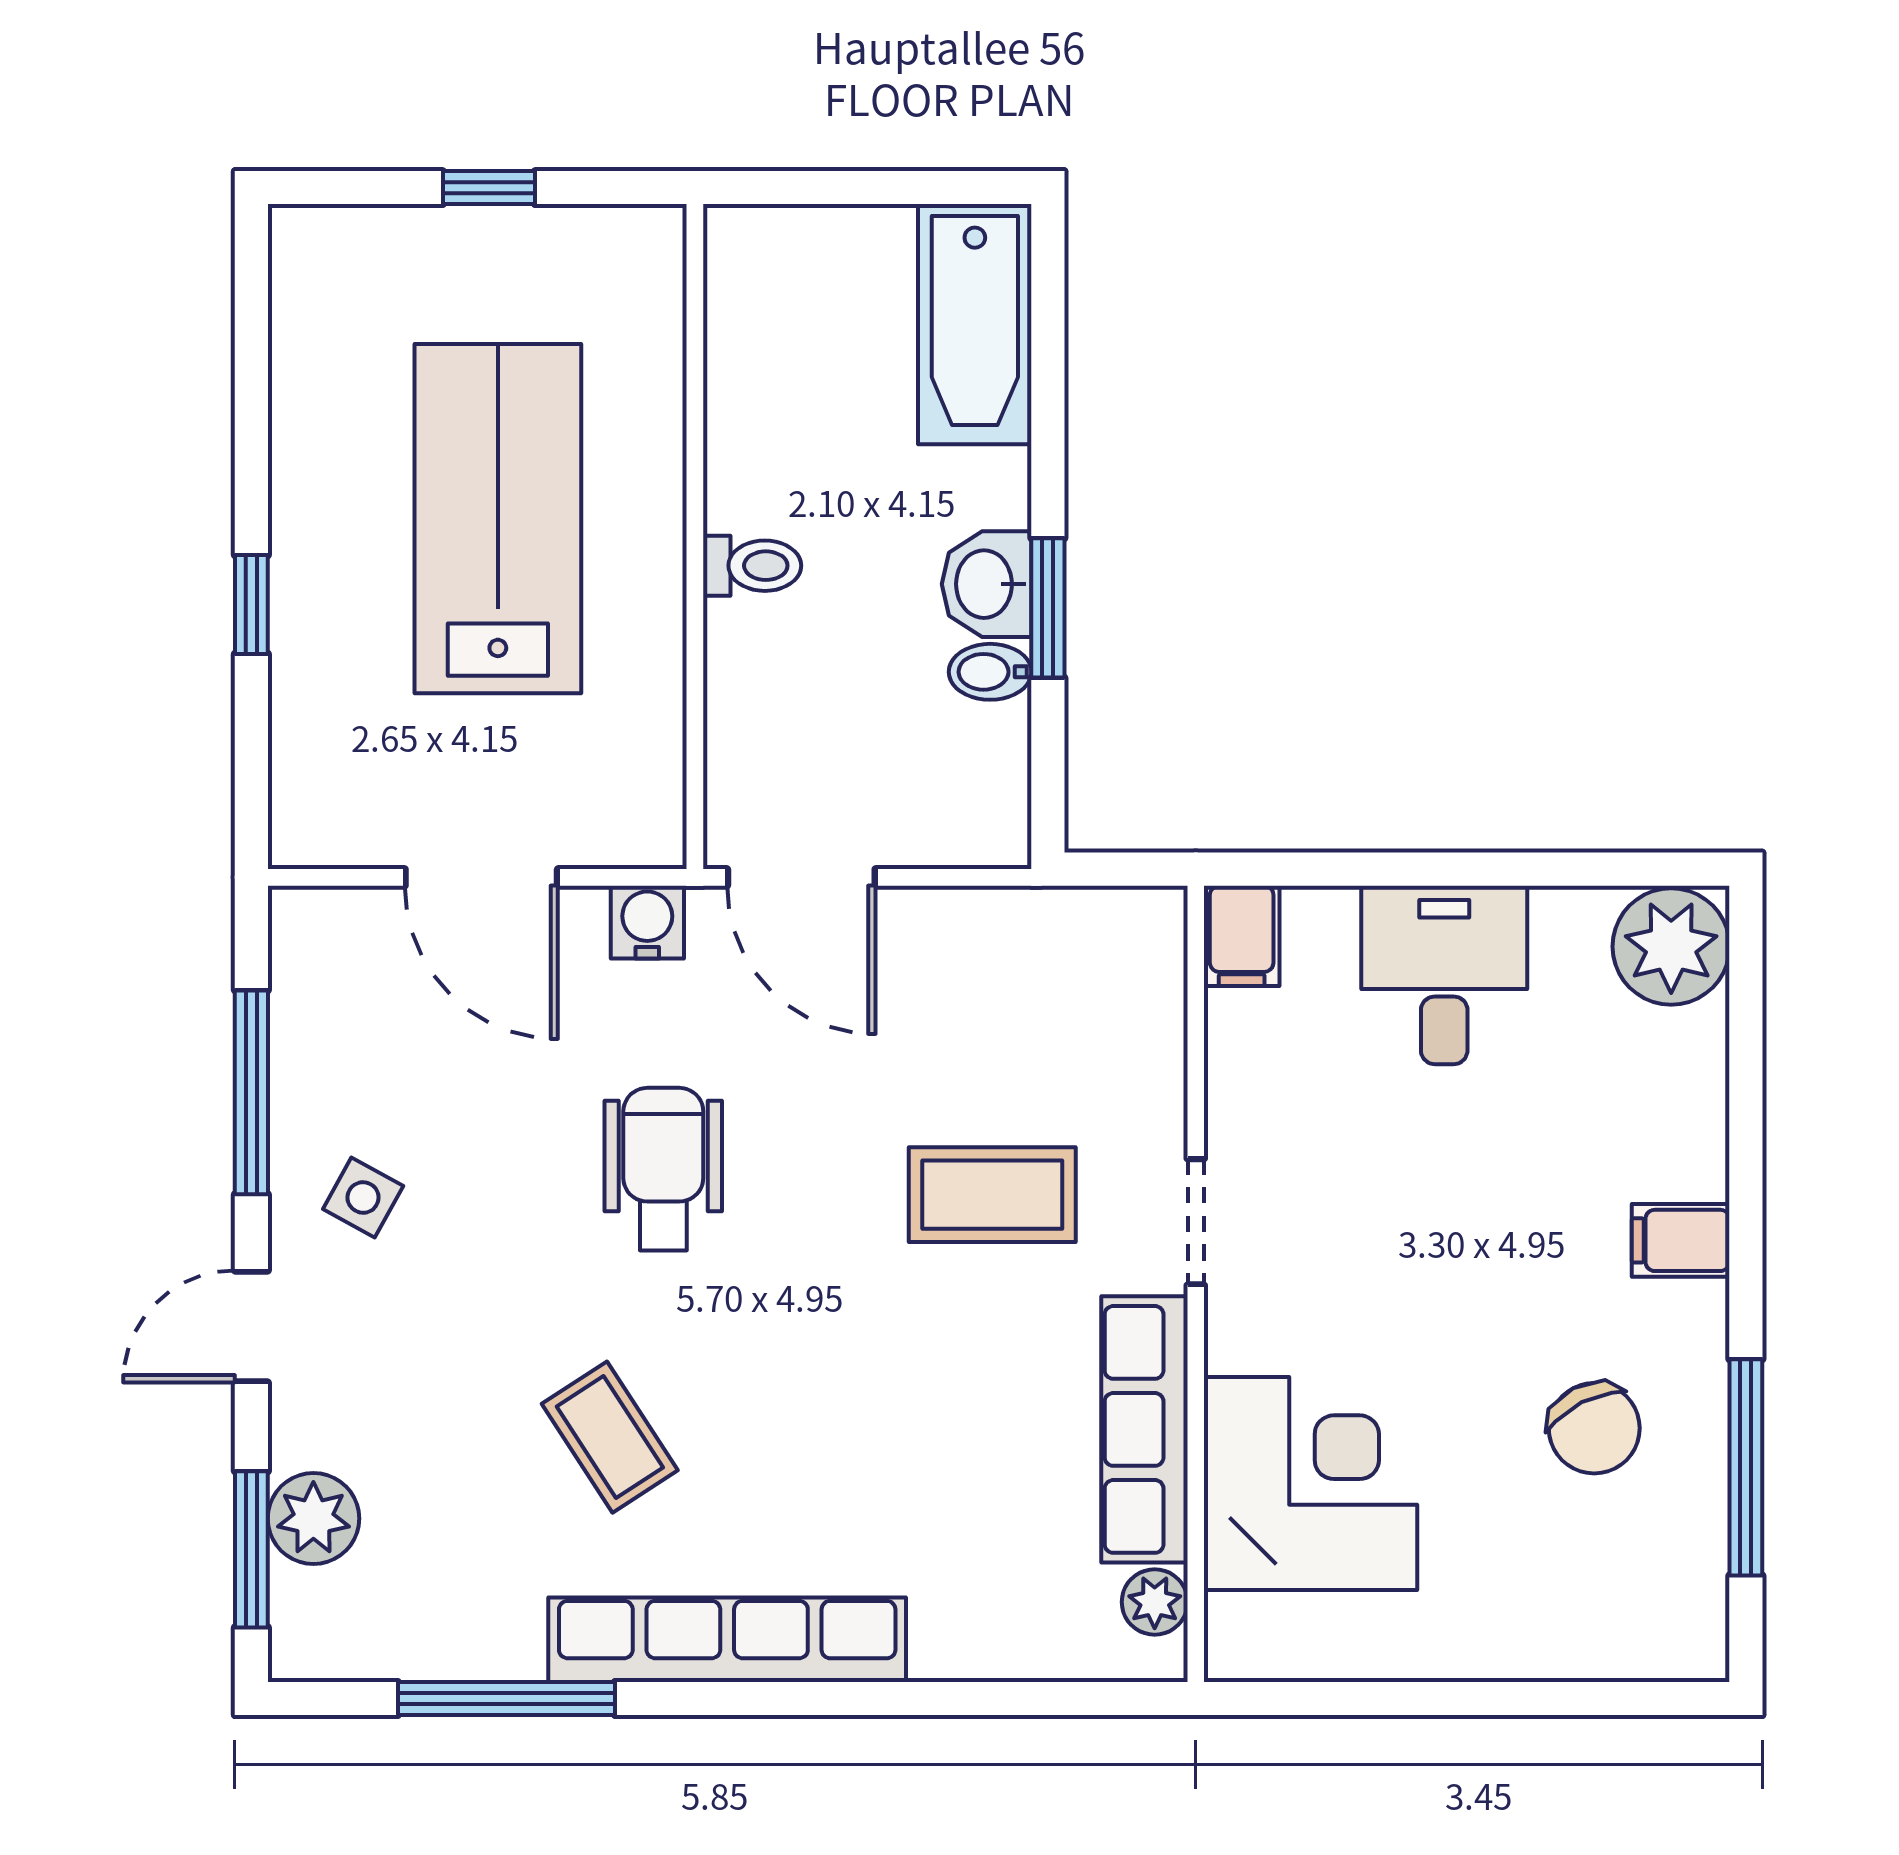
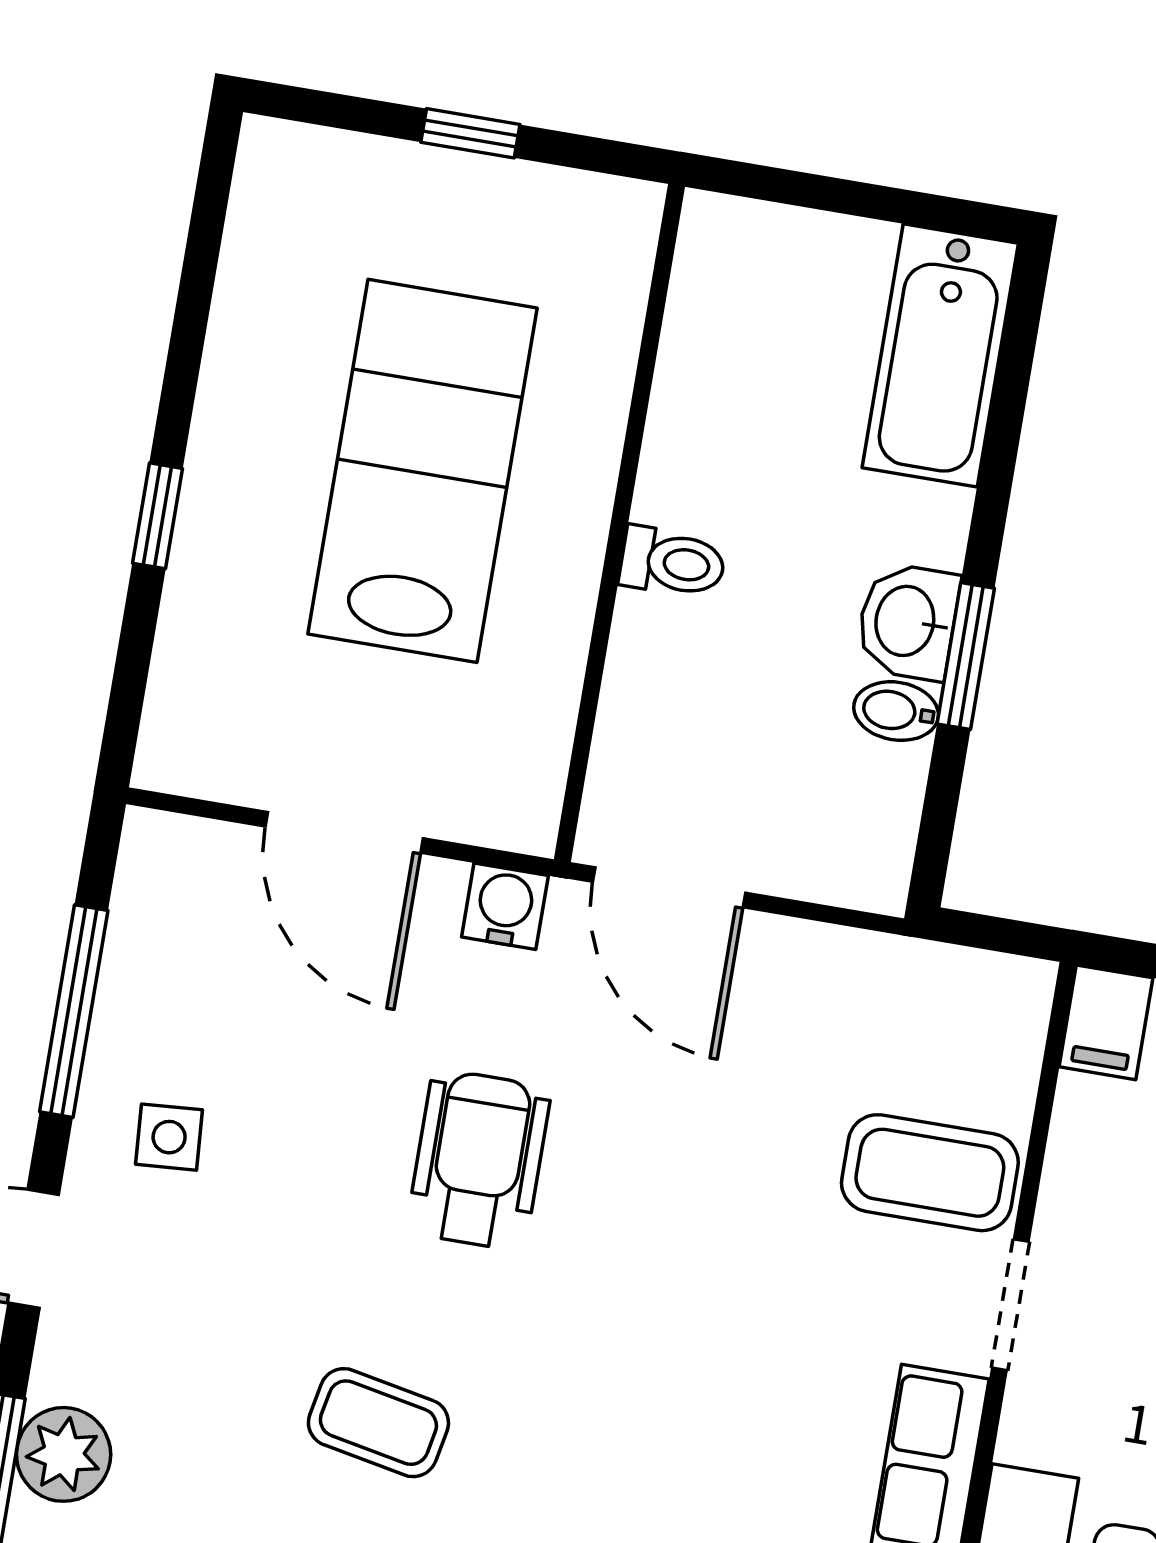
coffee table: (992, 1195) -> (930, 1173), moved
side table: (363, 1198) -> (169, 1137), turned -33
coffee table: (610, 1437) -> (378, 1423), turned -46

